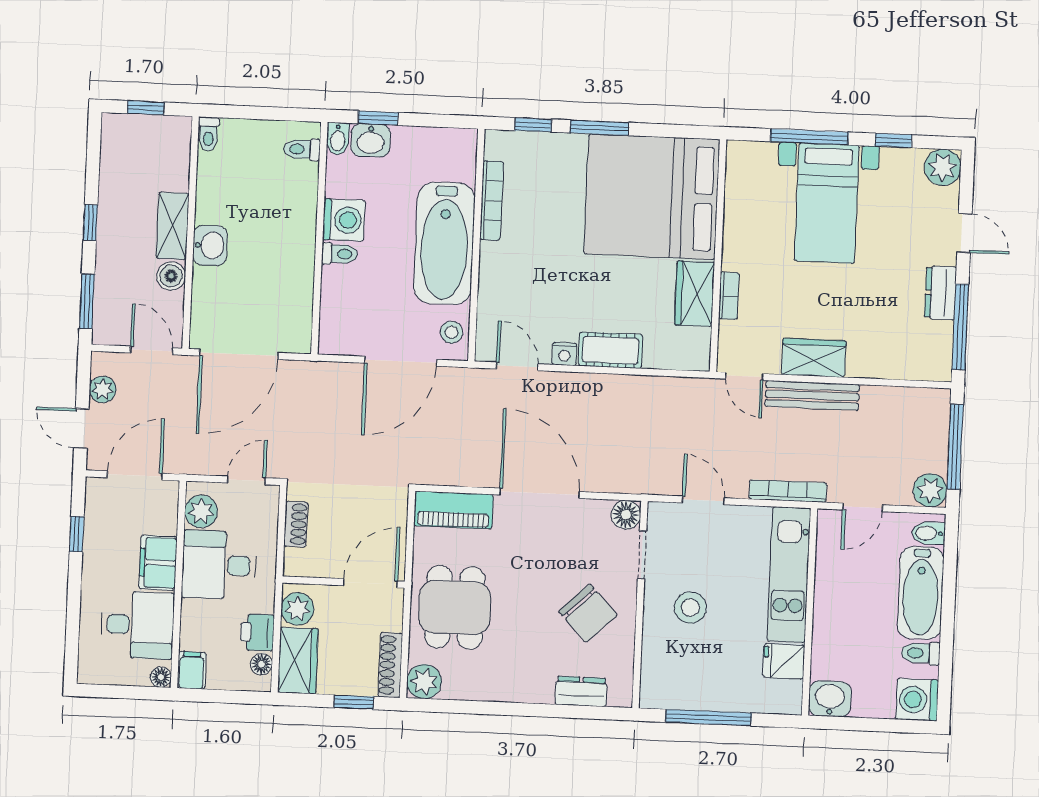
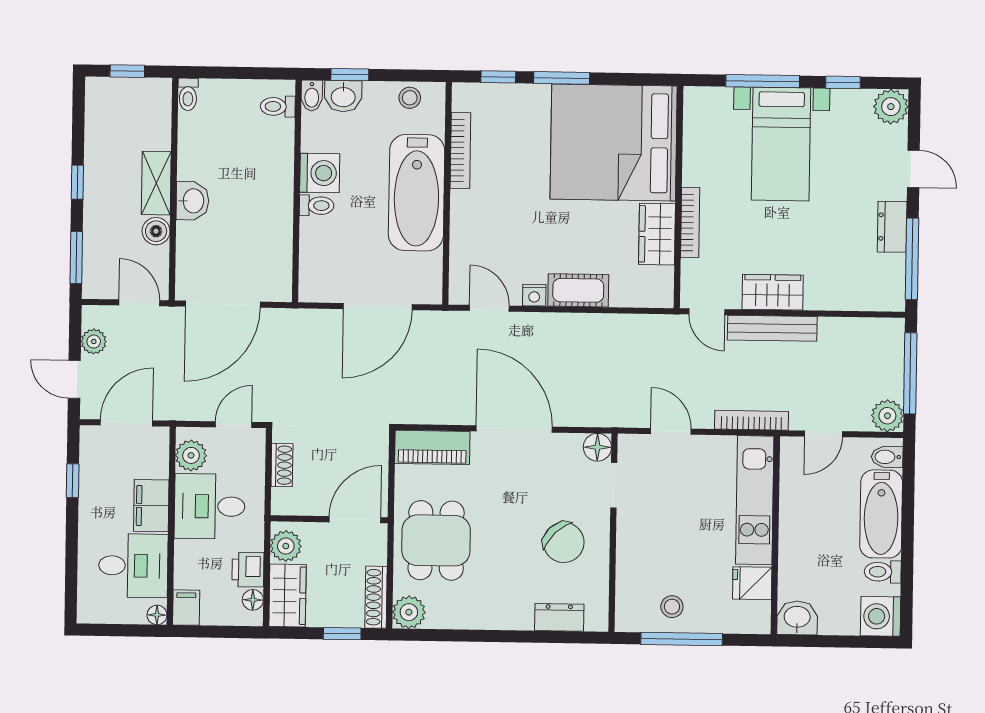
bookcase: (729, 296) -> (690, 223), width x1.56
stool: (451, 332) -> (410, 98), moved
stool: (690, 608) -> (672, 607), moved, width x0.73, depth x0.73

